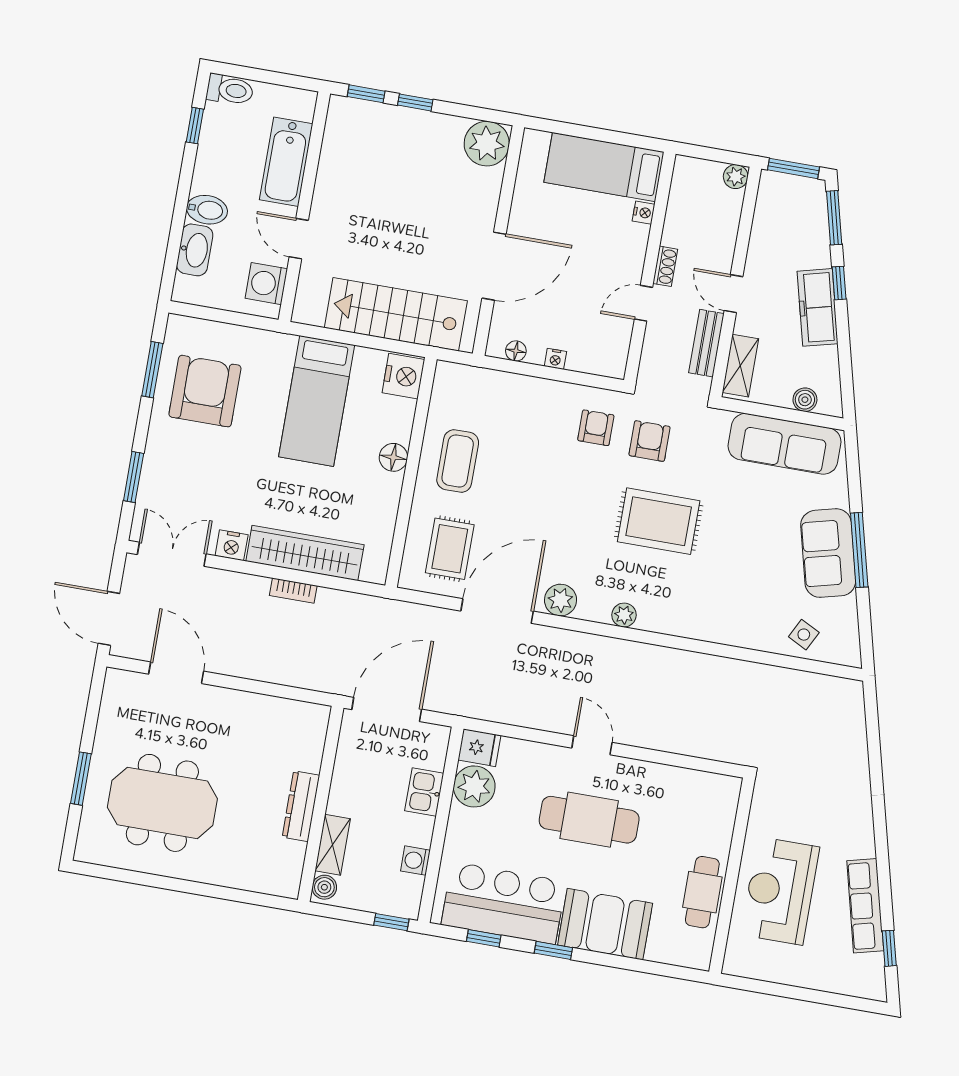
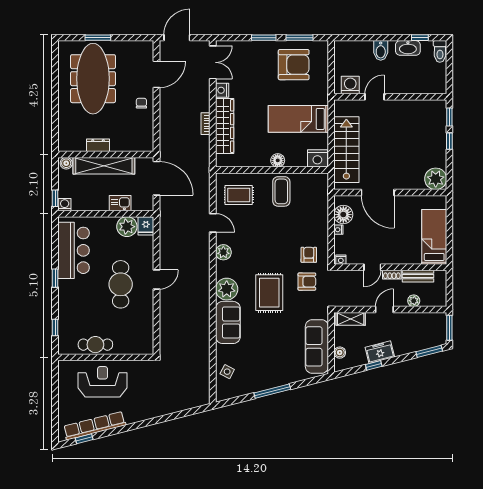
bathtub: (286, 162) -> (410, 84), removed
plant: (736, 177) -> (414, 301), moved
nightstand: (644, 213) -> (341, 260), moved
washbasin: (195, 250) -> (408, 48), moved
window: (839, 283) -> (374, 365), moved
door: (643, 303) -> (372, 267), swing flipped
freezer: (817, 307) -> (380, 352), width x0.71
bench: (706, 343) -> (418, 276), moved
floor lamp: (516, 351) -> (343, 215), width x1.89, depth x1.89
armchair: (596, 428) -> (309, 255), turned -90
coffee table: (458, 461) -> (281, 191), turned 90
window: (134, 477) -> (264, 38), moved
sofa: (828, 553) -> (228, 322), moved, turned 104
door: (497, 611) -> (213, 223), width x0.53
plant: (624, 615) -> (227, 289), width x1.87, depth x1.87
chair: (229, 713) -> (141, 103), added
meeting table: (162, 803) -> (93, 79), width x1.36
dresser: (301, 806) -> (98, 145), width x0.70
shelving: (333, 845) -> (104, 166), width x2.20, depth x1.33
washing machine: (415, 861) -> (65, 205), moved
row of seats: (865, 906) -> (95, 426), width x1.36
booth: (605, 924) -> (72, 301), removed
window: (484, 938) -> (55, 328), moved

